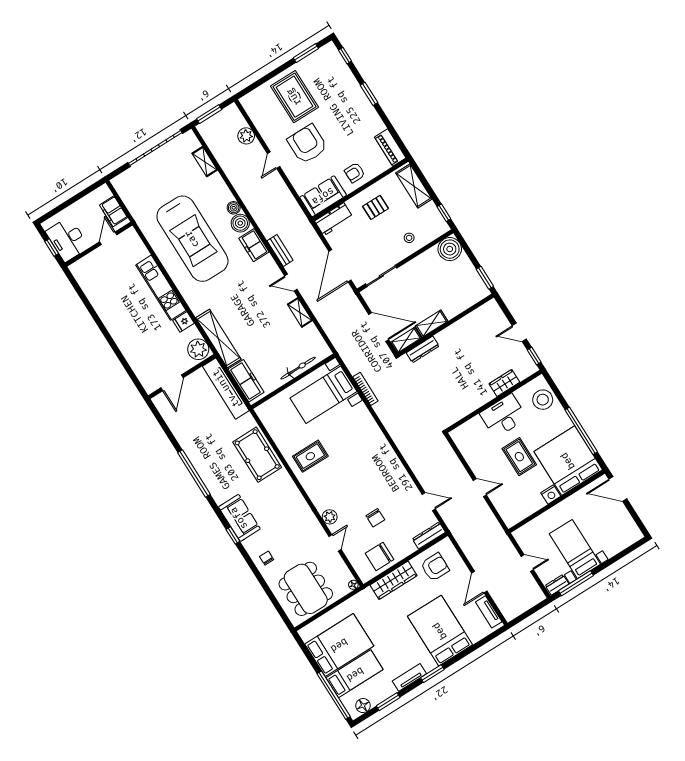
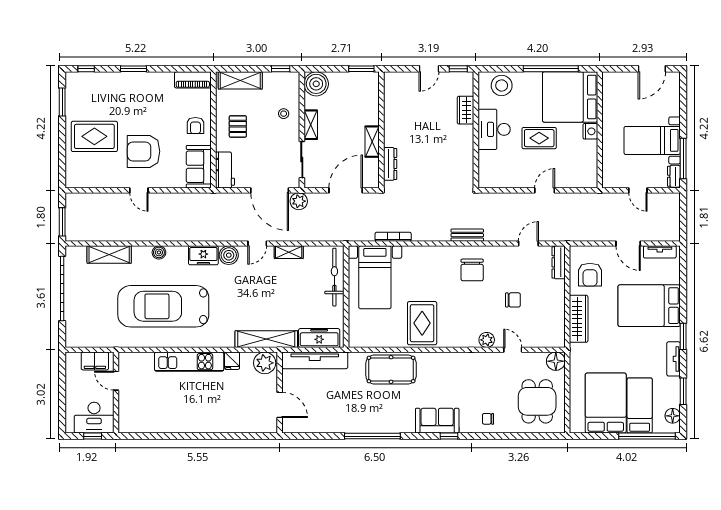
plant: (246, 136) -> (299, 201), moved
shelving: (205, 162) -> (109, 255), width x1.50, depth x1.33
boiler: (240, 223) -> (229, 255), moved
car: (192, 239) -> (163, 306), turned 180
bench: (280, 250) -> (467, 235), moved
shelving: (406, 340) -> (311, 125), moved
bicycle: (298, 368) -> (334, 277), width x1.37, depth x1.40
rug: (310, 456) -> (422, 323), width x1.36, depth x1.43
door: (618, 489) -> (652, 69), moved
chair: (379, 556) -> (472, 270), moved
door: (527, 563) -> (638, 190), swing flipped
armchair: (435, 567) -> (590, 275), turned 180
floor lamp: (353, 585) -> (556, 361), width x1.89, depth x1.89
dining table: (306, 589) -> (537, 401), width x0.73

